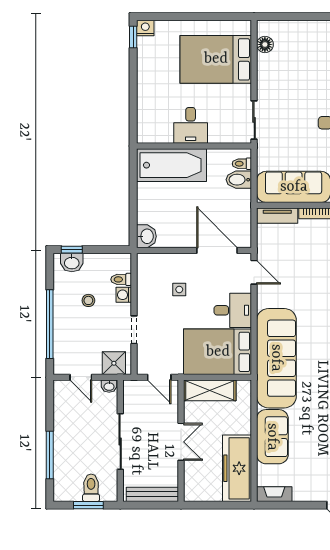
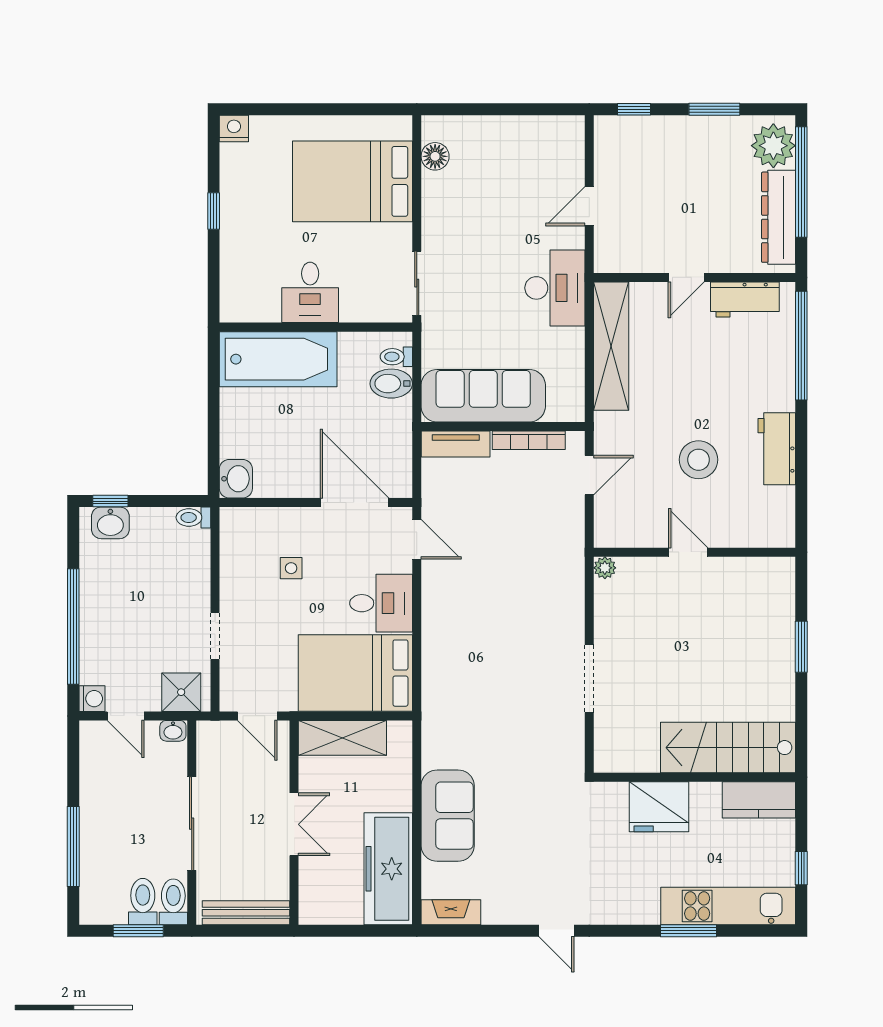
window: (133, 37) -> (214, 211), moved
toilet: (121, 279) -> (193, 517), moved
washing machine: (124, 295) -> (92, 699), moved, turned 180
stool: (88, 300) -> (138, 587), removed
sofa: (276, 358) -> (454, 684), removed
toilet: (109, 488) -> (173, 902), added

